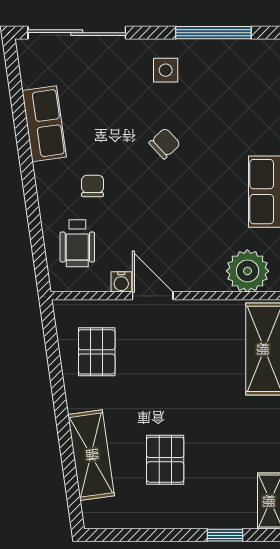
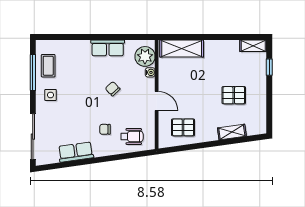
coffee table: (228, 65) -> (48, 66), added
chair: (165, 143) -> (113, 89), moved
water cooler: (121, 282) -> (150, 72), moved
door: (153, 296) -> (157, 101), swing flipped
shelving: (91, 455) -> (232, 132), width x0.67, depth x0.75

